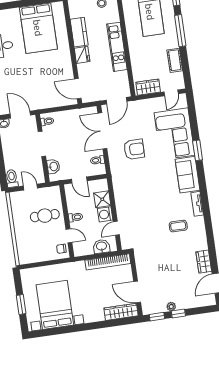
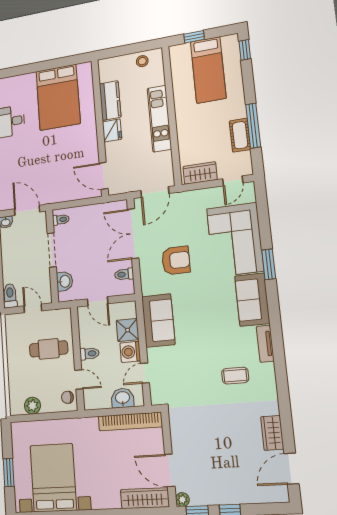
window: (180, 31) -> (253, 126), moved
sofa: (124, 192) -> (158, 321), added
plant: (36, 256) -> (32, 406), added
plant: (171, 307) -> (182, 500), moved

